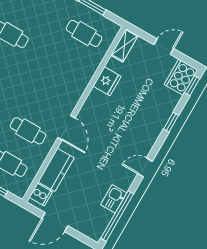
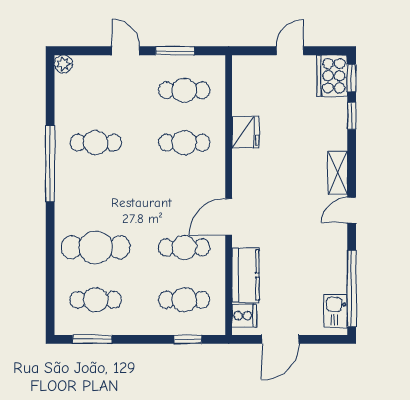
shelving: (124, 45) -> (338, 173), moved
cafe table: (65, 66) -> (184, 143), added
window: (171, 122) -> (352, 116), moved
door: (66, 128) -> (229, 217), swing flipped
kitchen sink: (114, 199) -> (335, 311), moved

